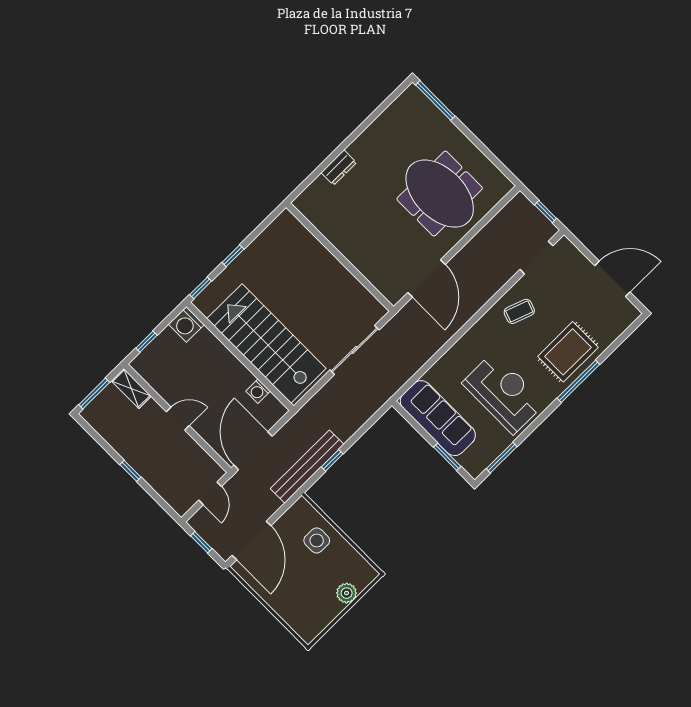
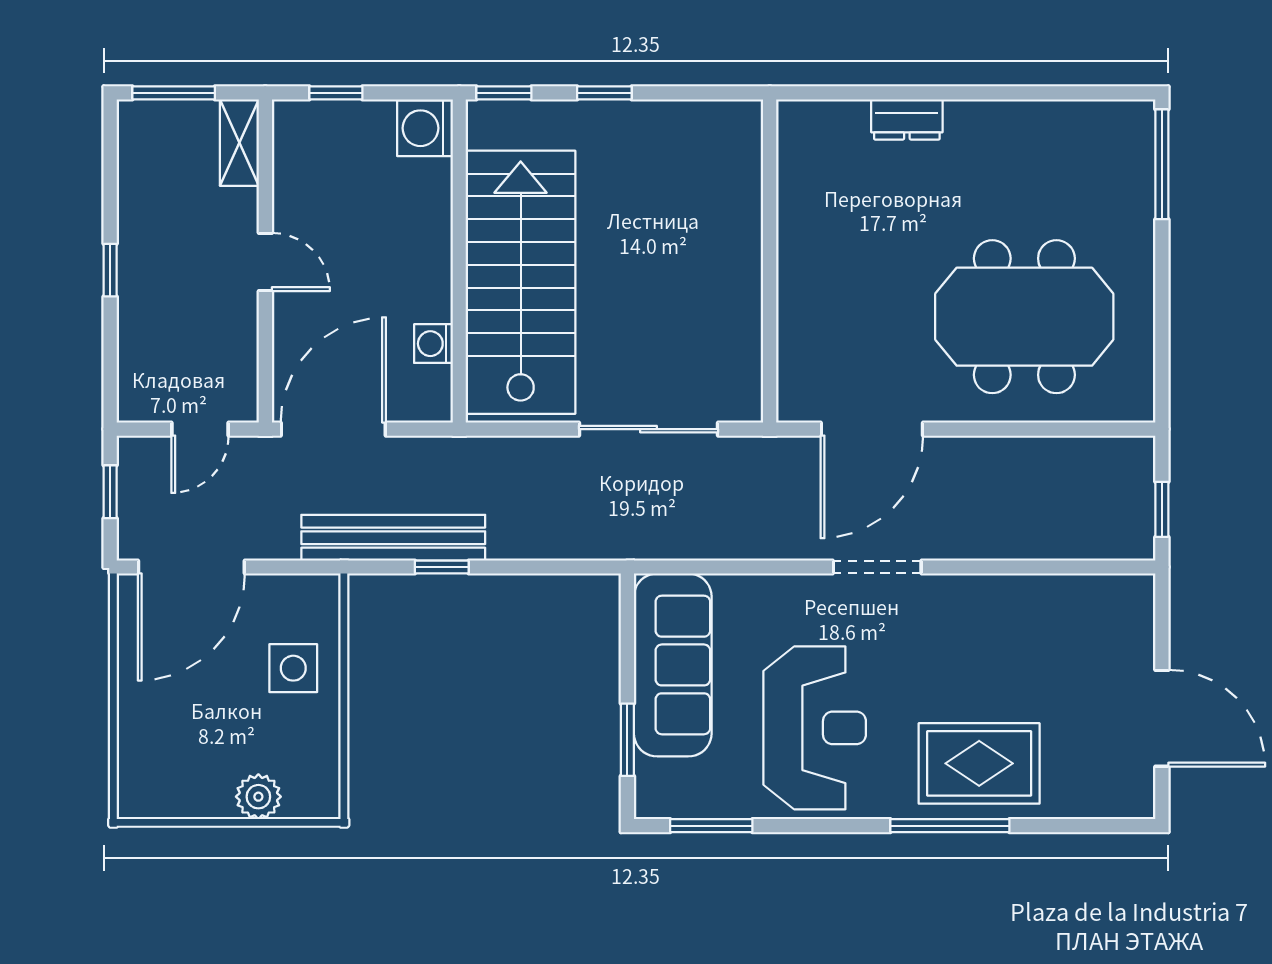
meeting table: (440, 194) -> (1024, 317), turned 90
doorway: (536, 258) -> (877, 567), moved
coffee table: (519, 311) -> (966, 624), removed

